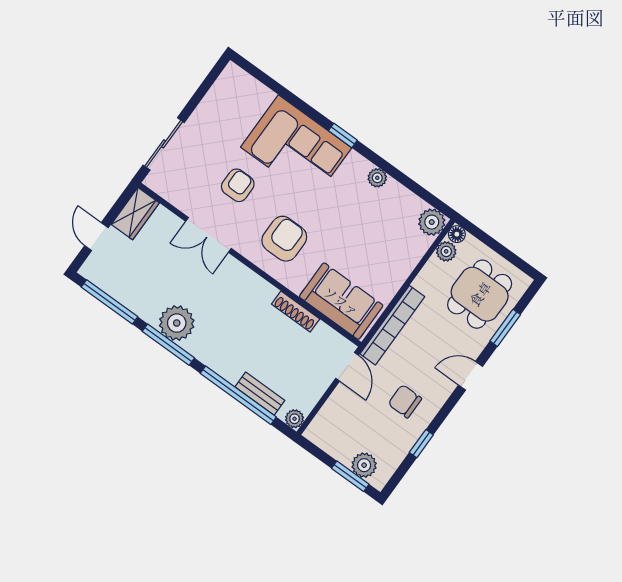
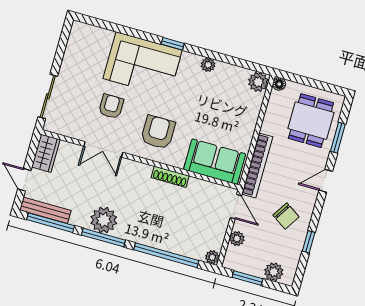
plant: (446, 251) -> (237, 239), moved
shoe rack: (296, 312) -> (170, 177), moved
bench: (260, 394) -> (45, 210), moved, width x1.36
chair: (405, 401) -> (286, 216), turned -147
window: (350, 476) -> (247, 278), moved

